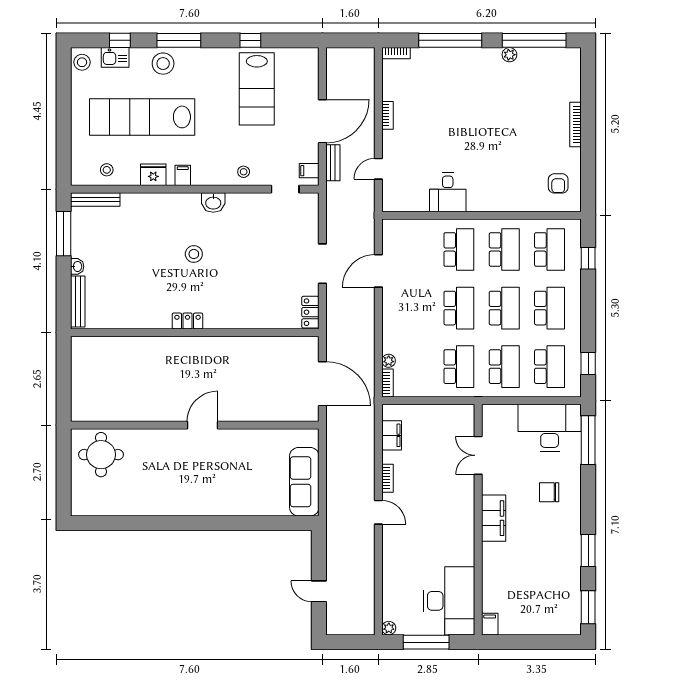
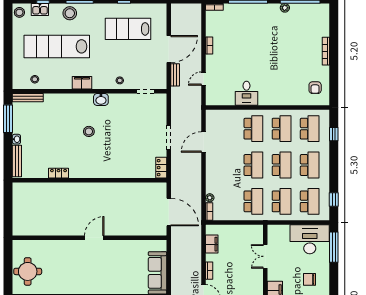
lab bench: (257, 89) -> (128, 29), turned 90
filing cabinet: (309, 171) -> (160, 80), removed
fridge: (153, 175) -> (64, 82), removed
filing cabinet: (183, 175) -> (82, 83), width x2.00
locker: (187, 321) -> (59, 173), moved
round table: (101, 455) -> (28, 271), moved

